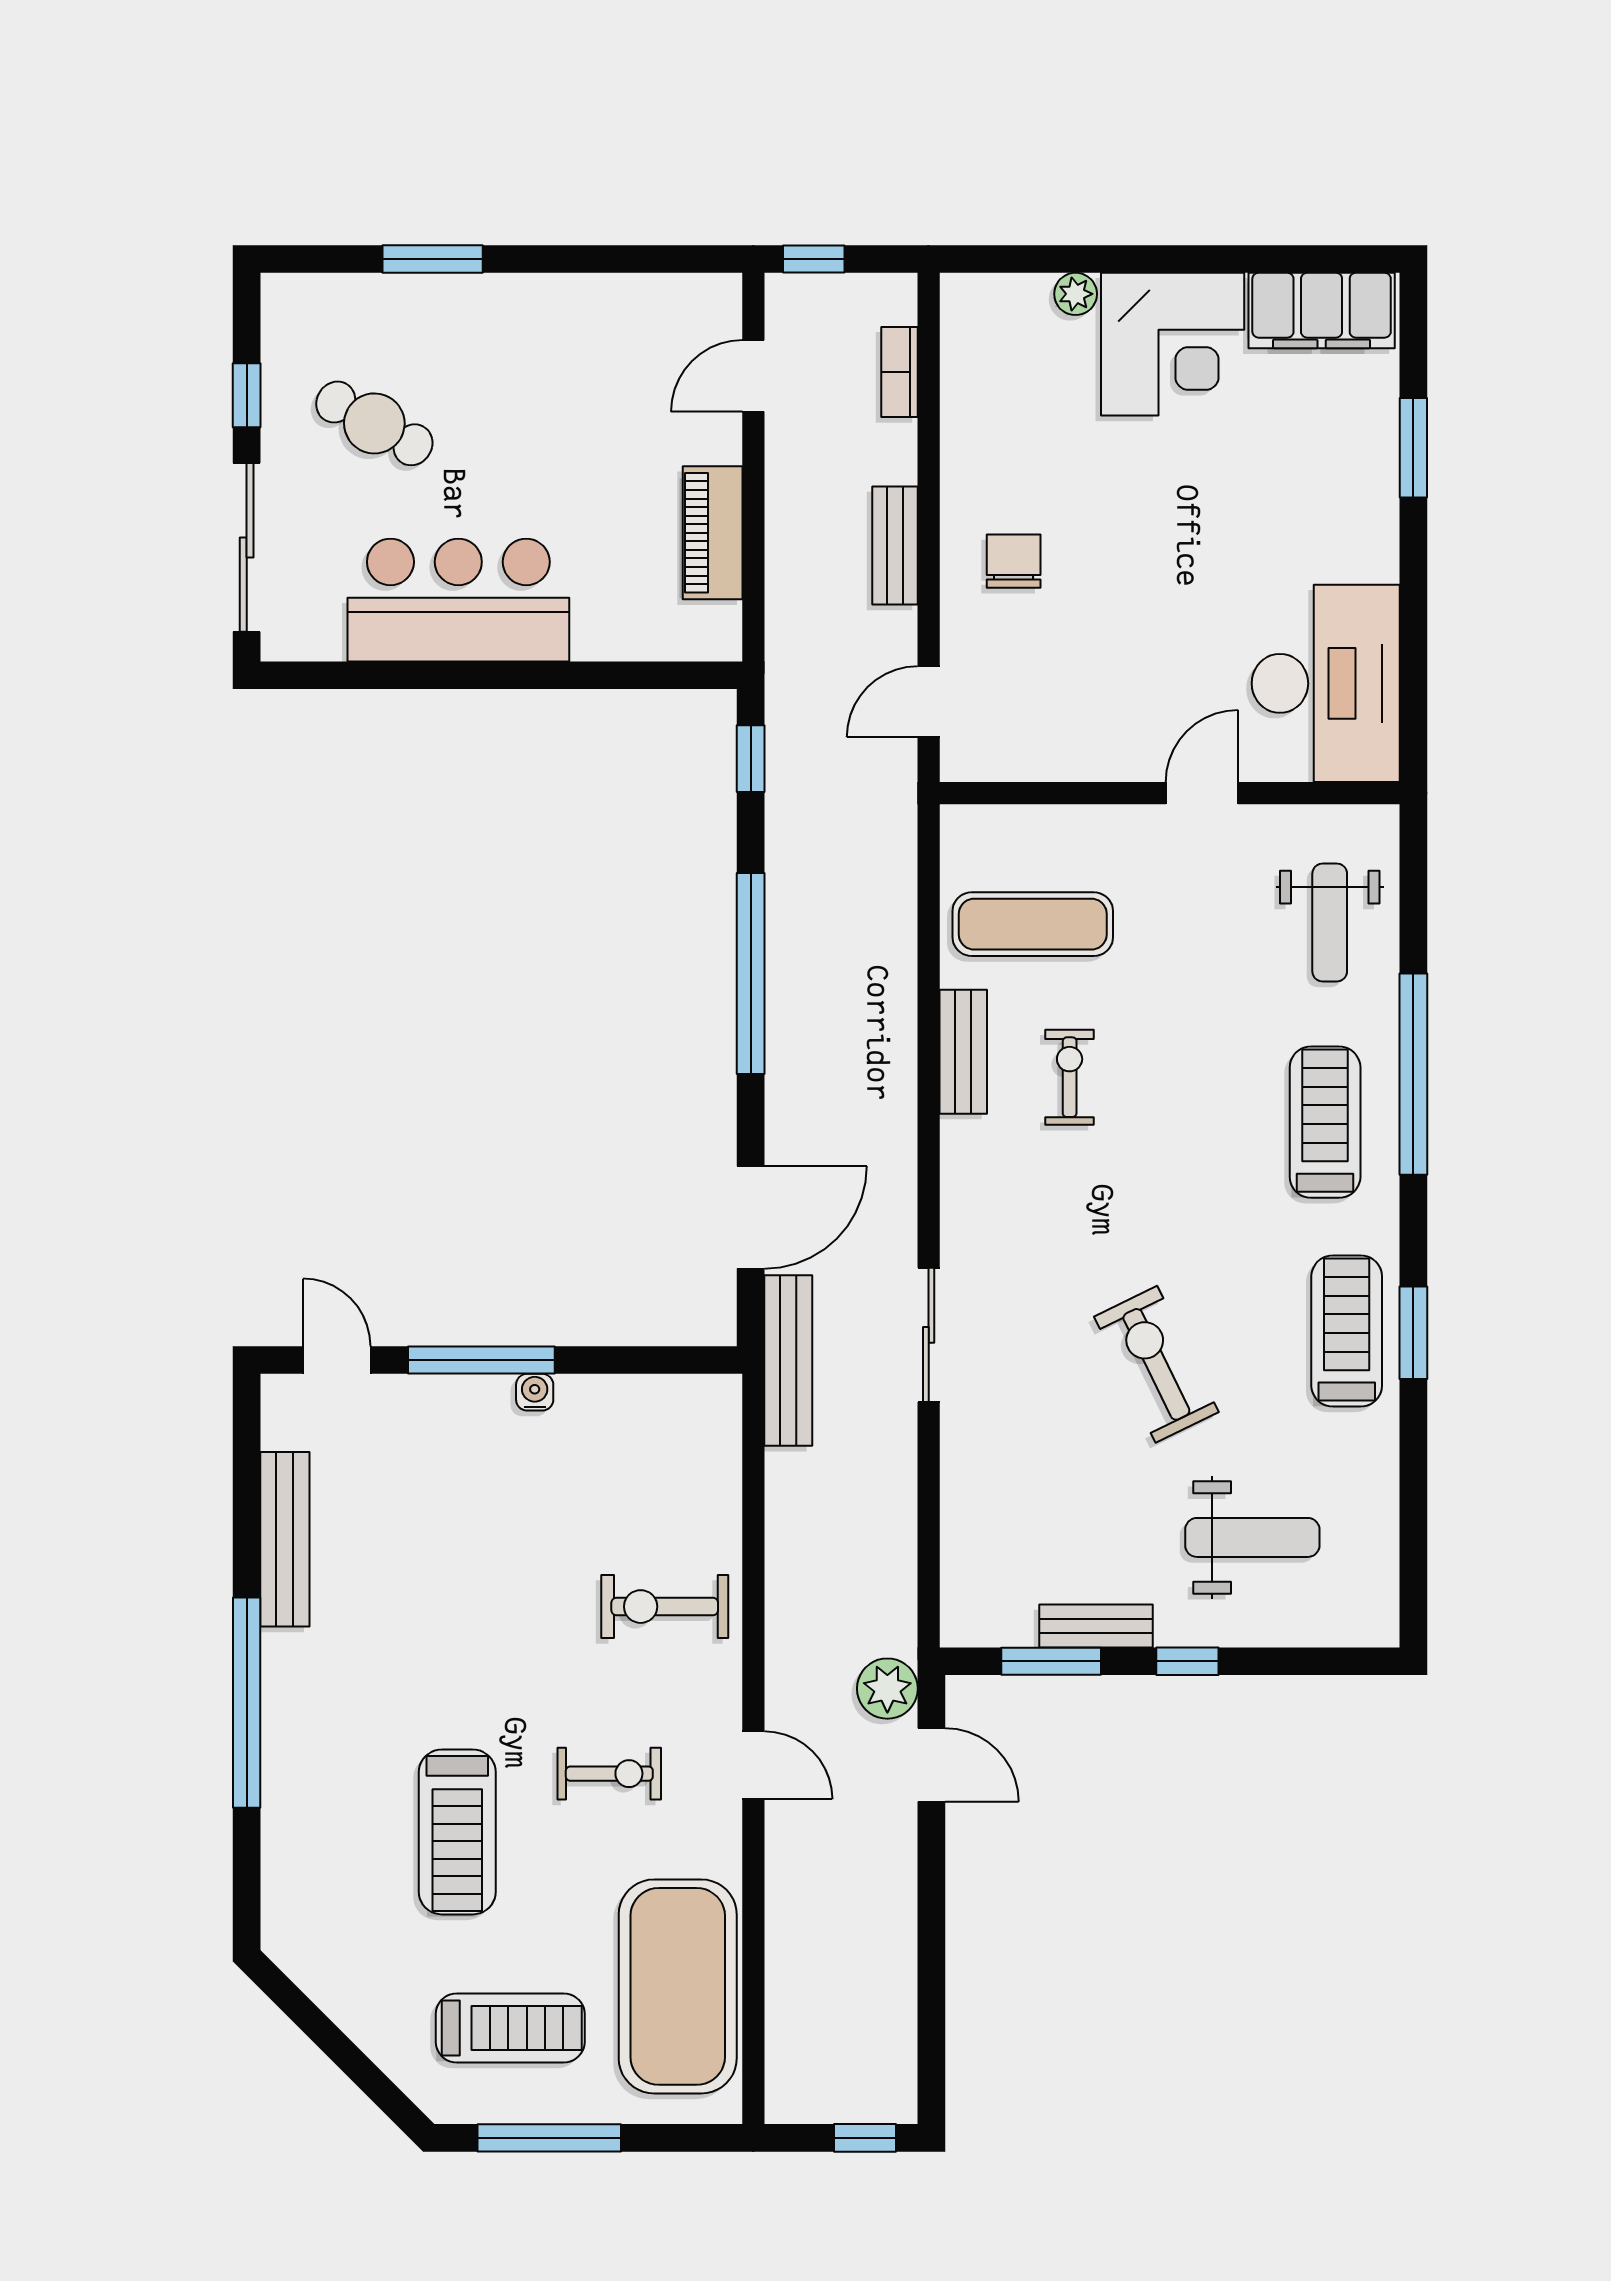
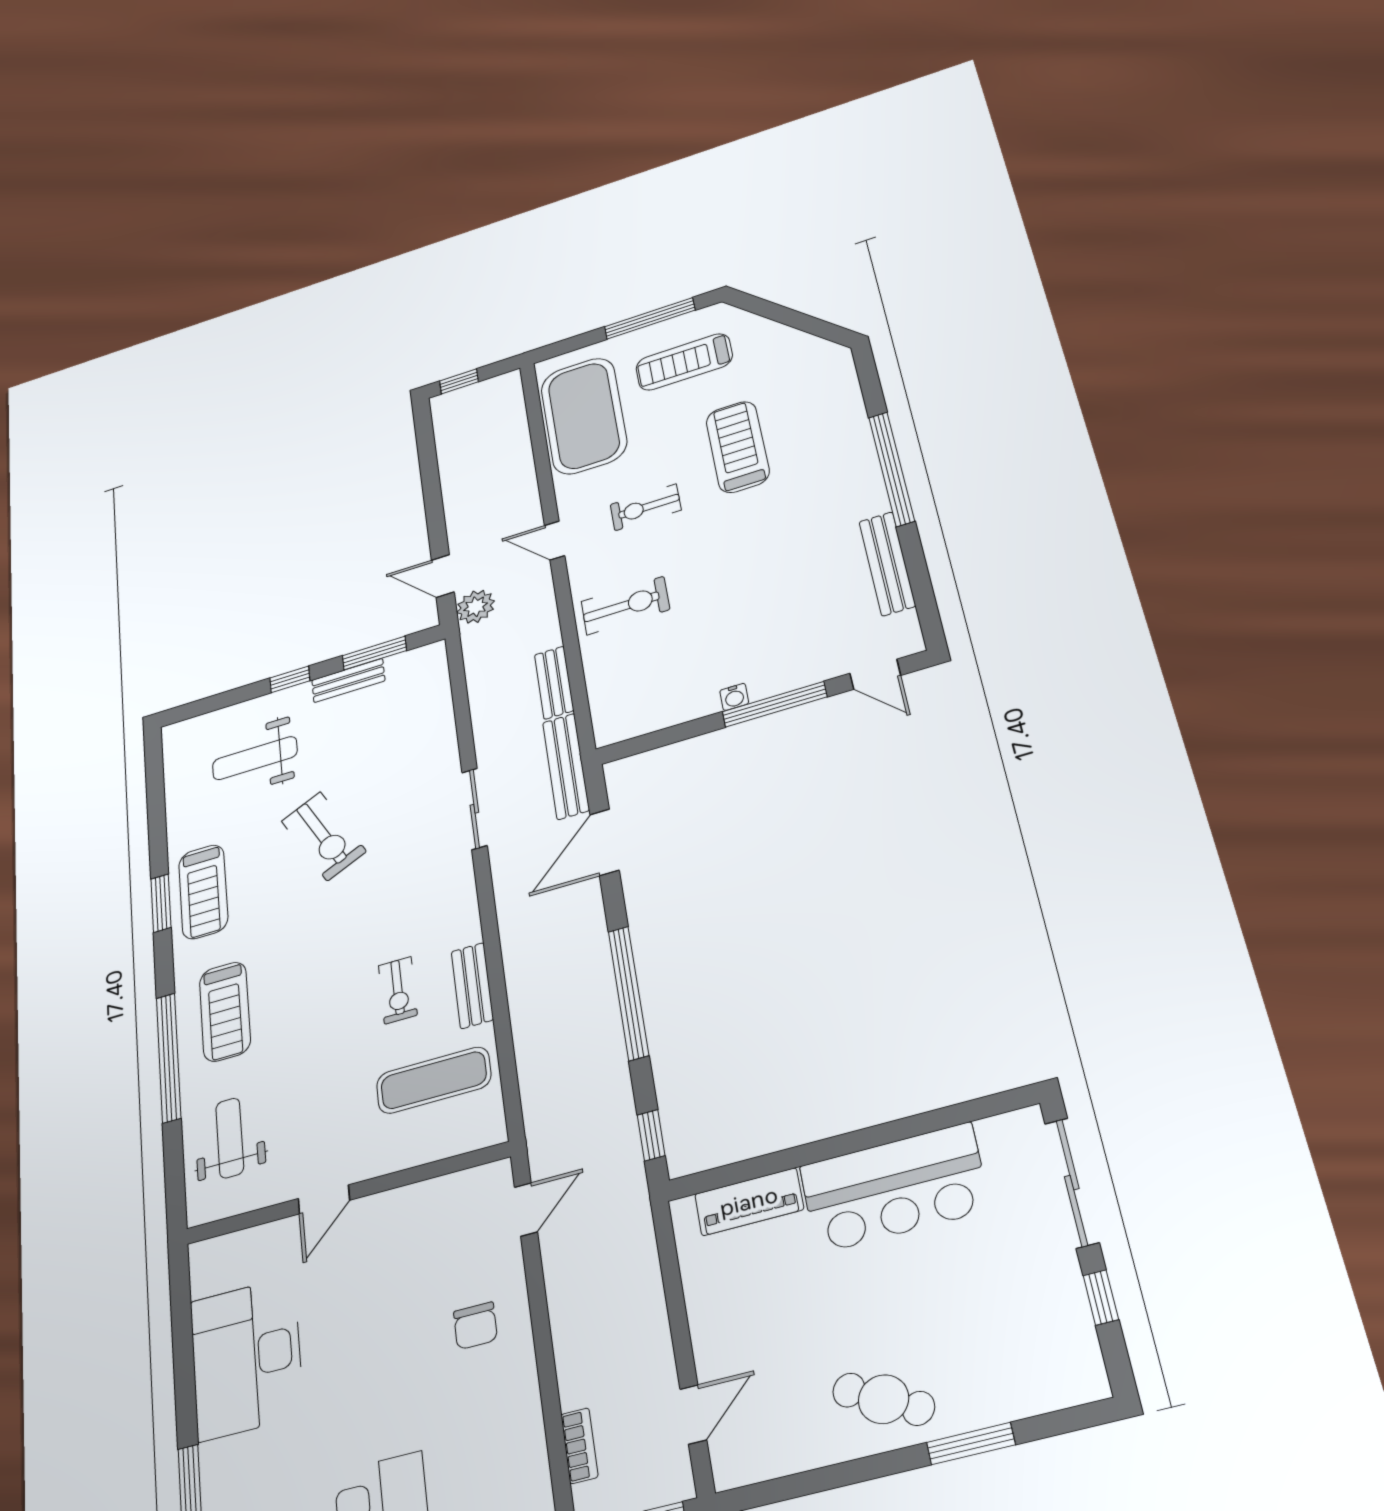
cafe table: (374, 423) -> (884, 1399), moved
piano: (713, 533) -> (749, 1202), moved, turned 90
bench: (895, 545) -> (554, 683), moved
desk: (1326, 683) -> (246, 1358), moved

